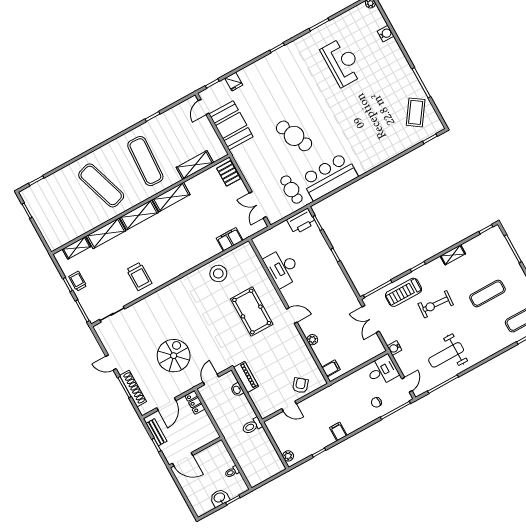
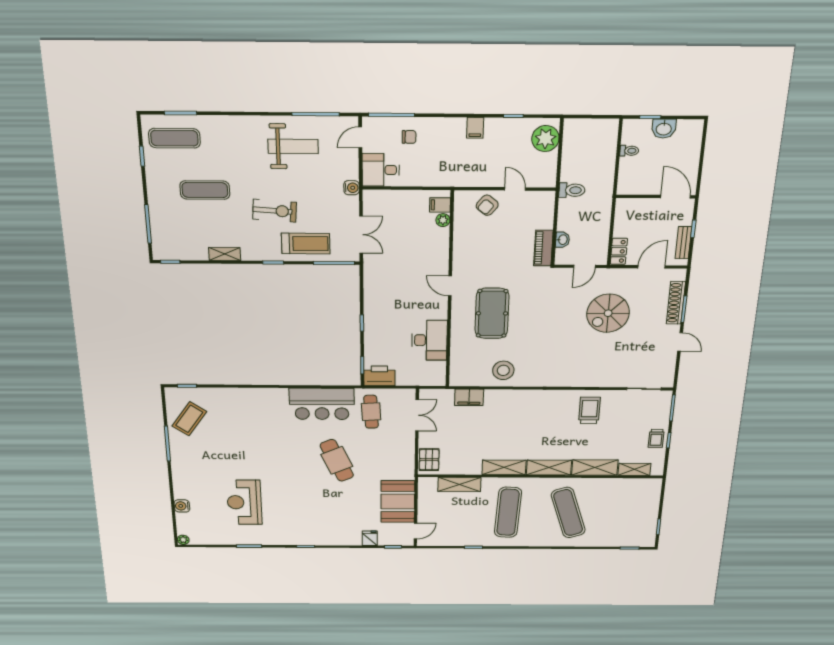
plant: (312, 340) -> (443, 220), moved
plant: (288, 456) -> (545, 139), width x1.88, depth x1.88

